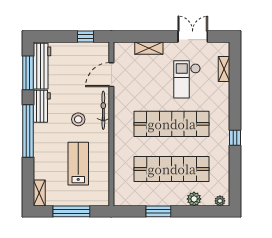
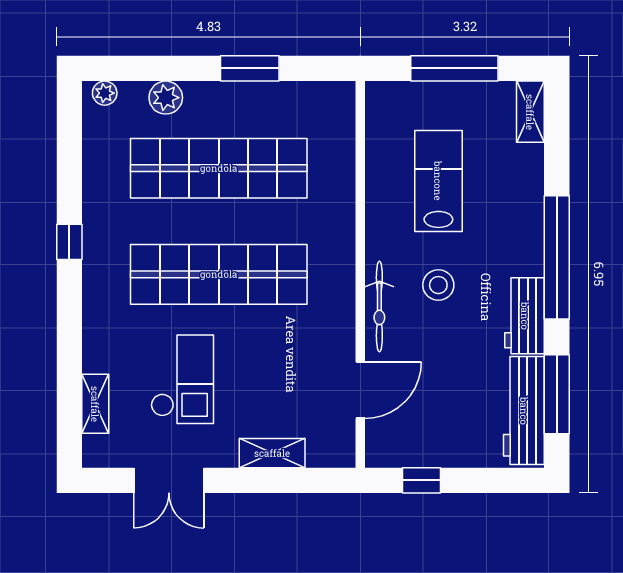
lab bench: (78, 164) -> (438, 181), turned 180

